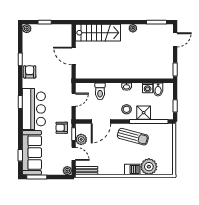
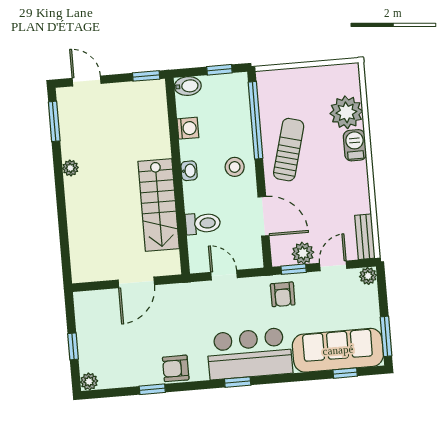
stairs: (98, 33) -> (159, 205), moved, turned 180
bidet: (158, 90) -> (188, 86), moved
shower: (144, 113) -> (238, 132), removed

